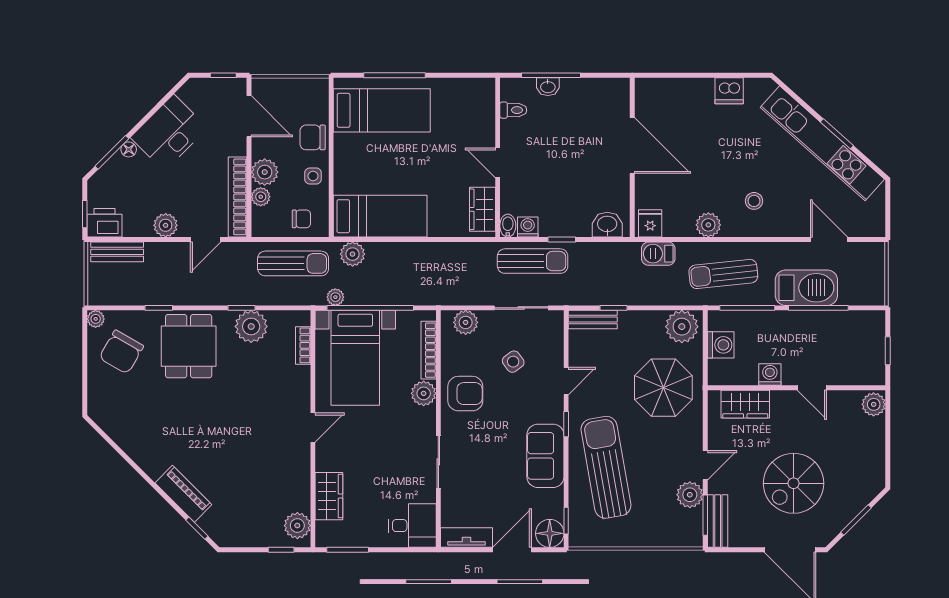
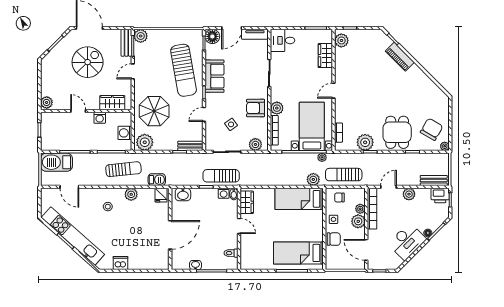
washbasin: (548, 87) -> (195, 265), moved
door: (632, 146) -> (170, 235), swing flipped
barbecue: (806, 288) -> (56, 162), moved
plant: (690, 495) -> (141, 36), moved

